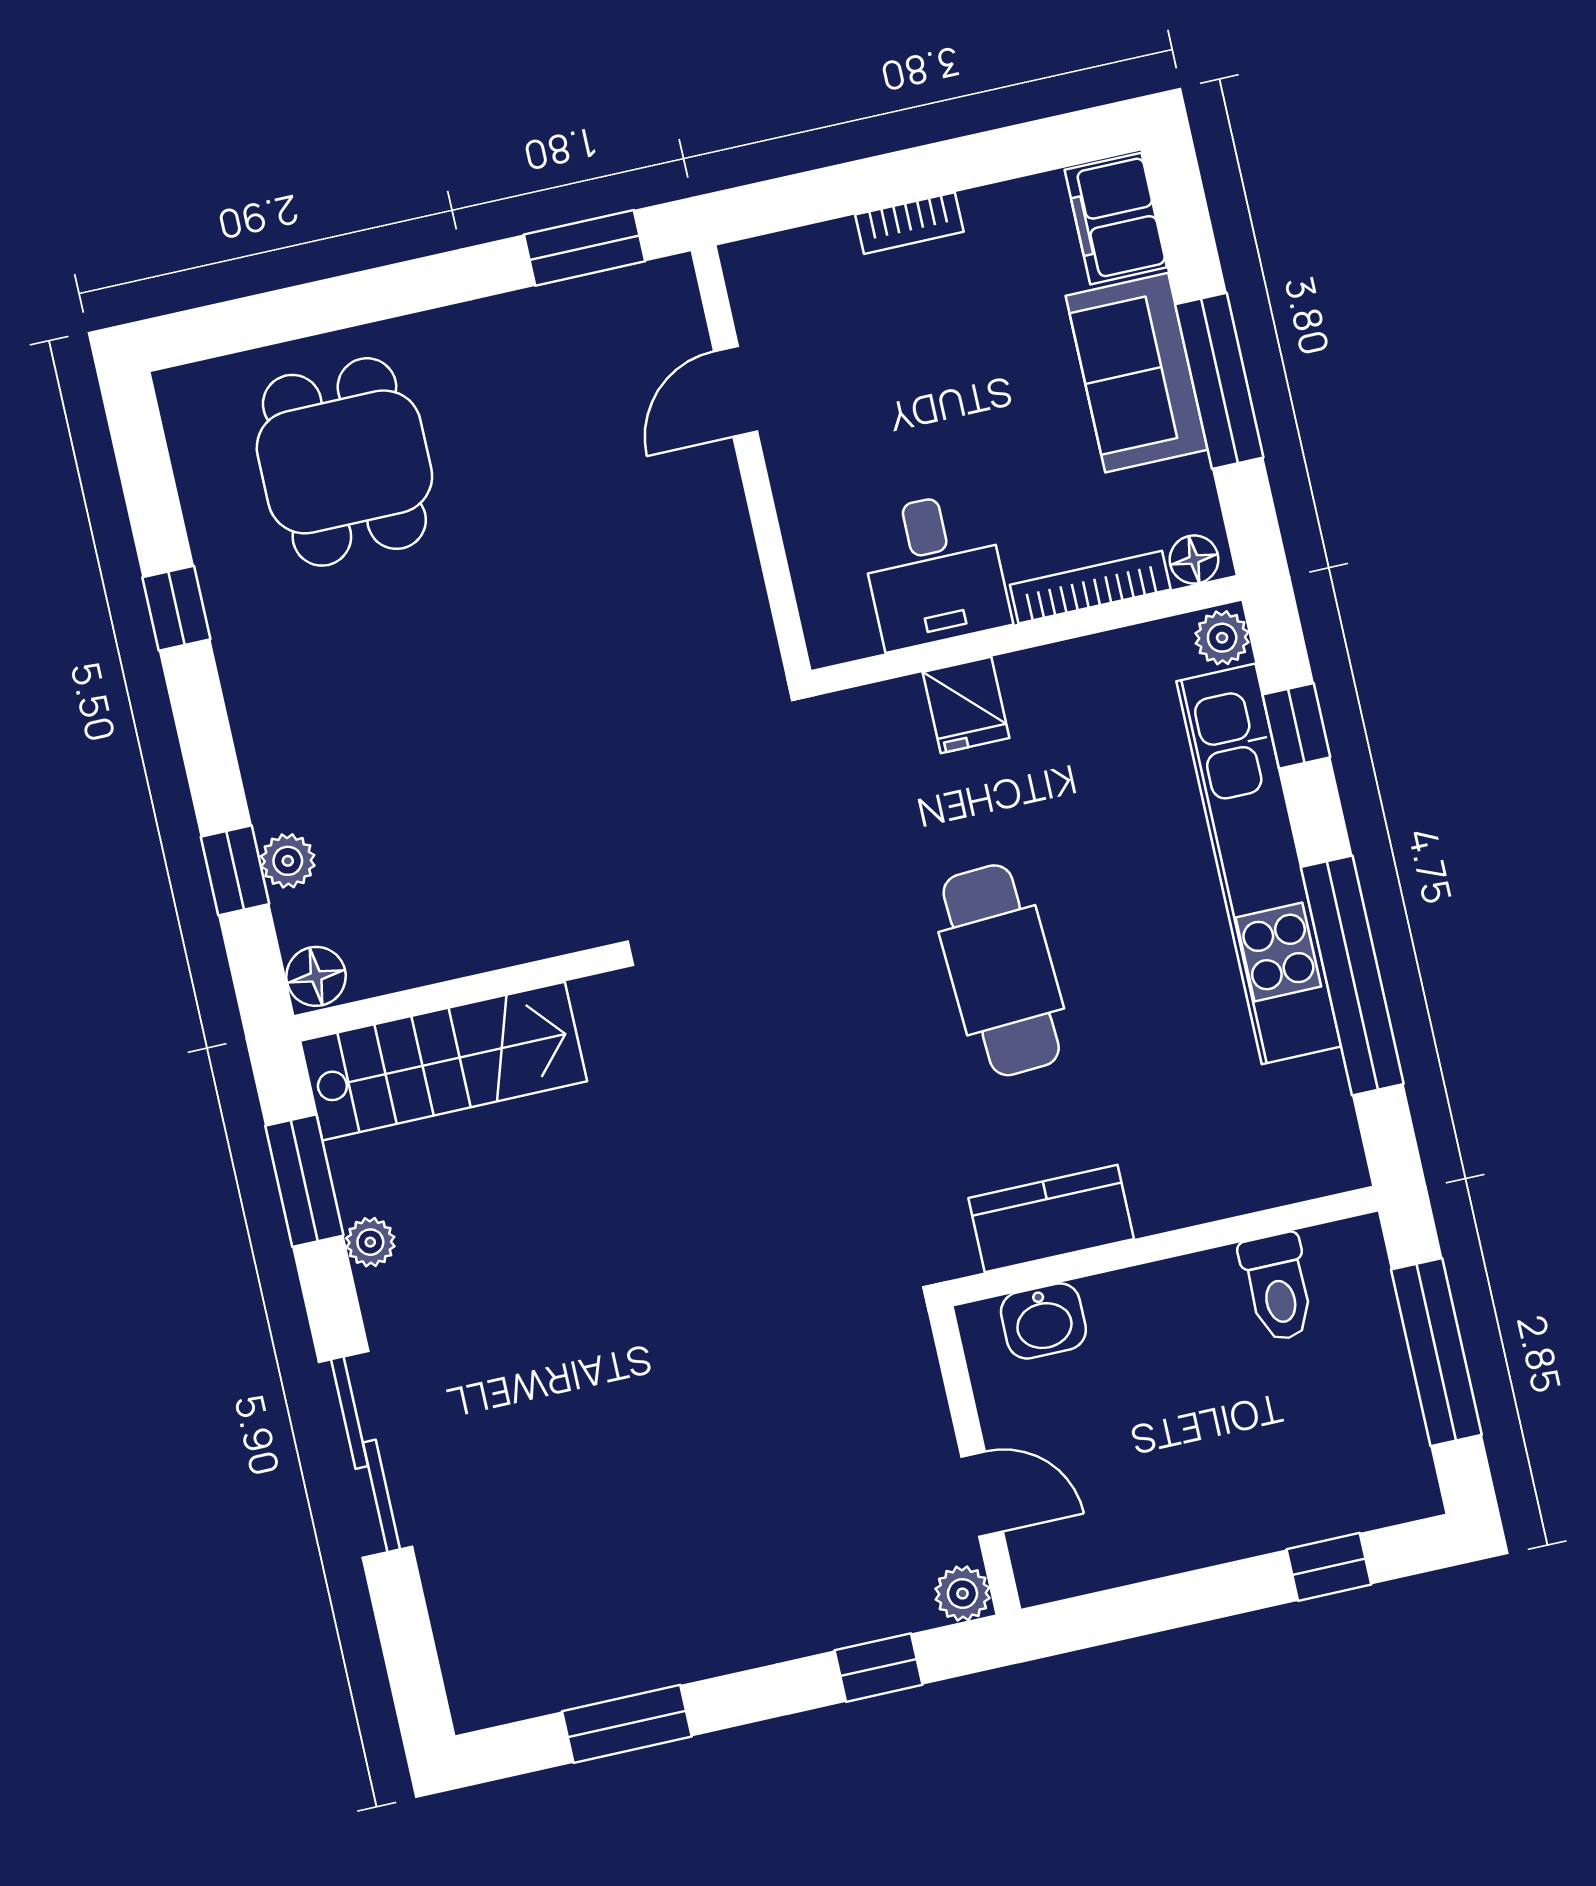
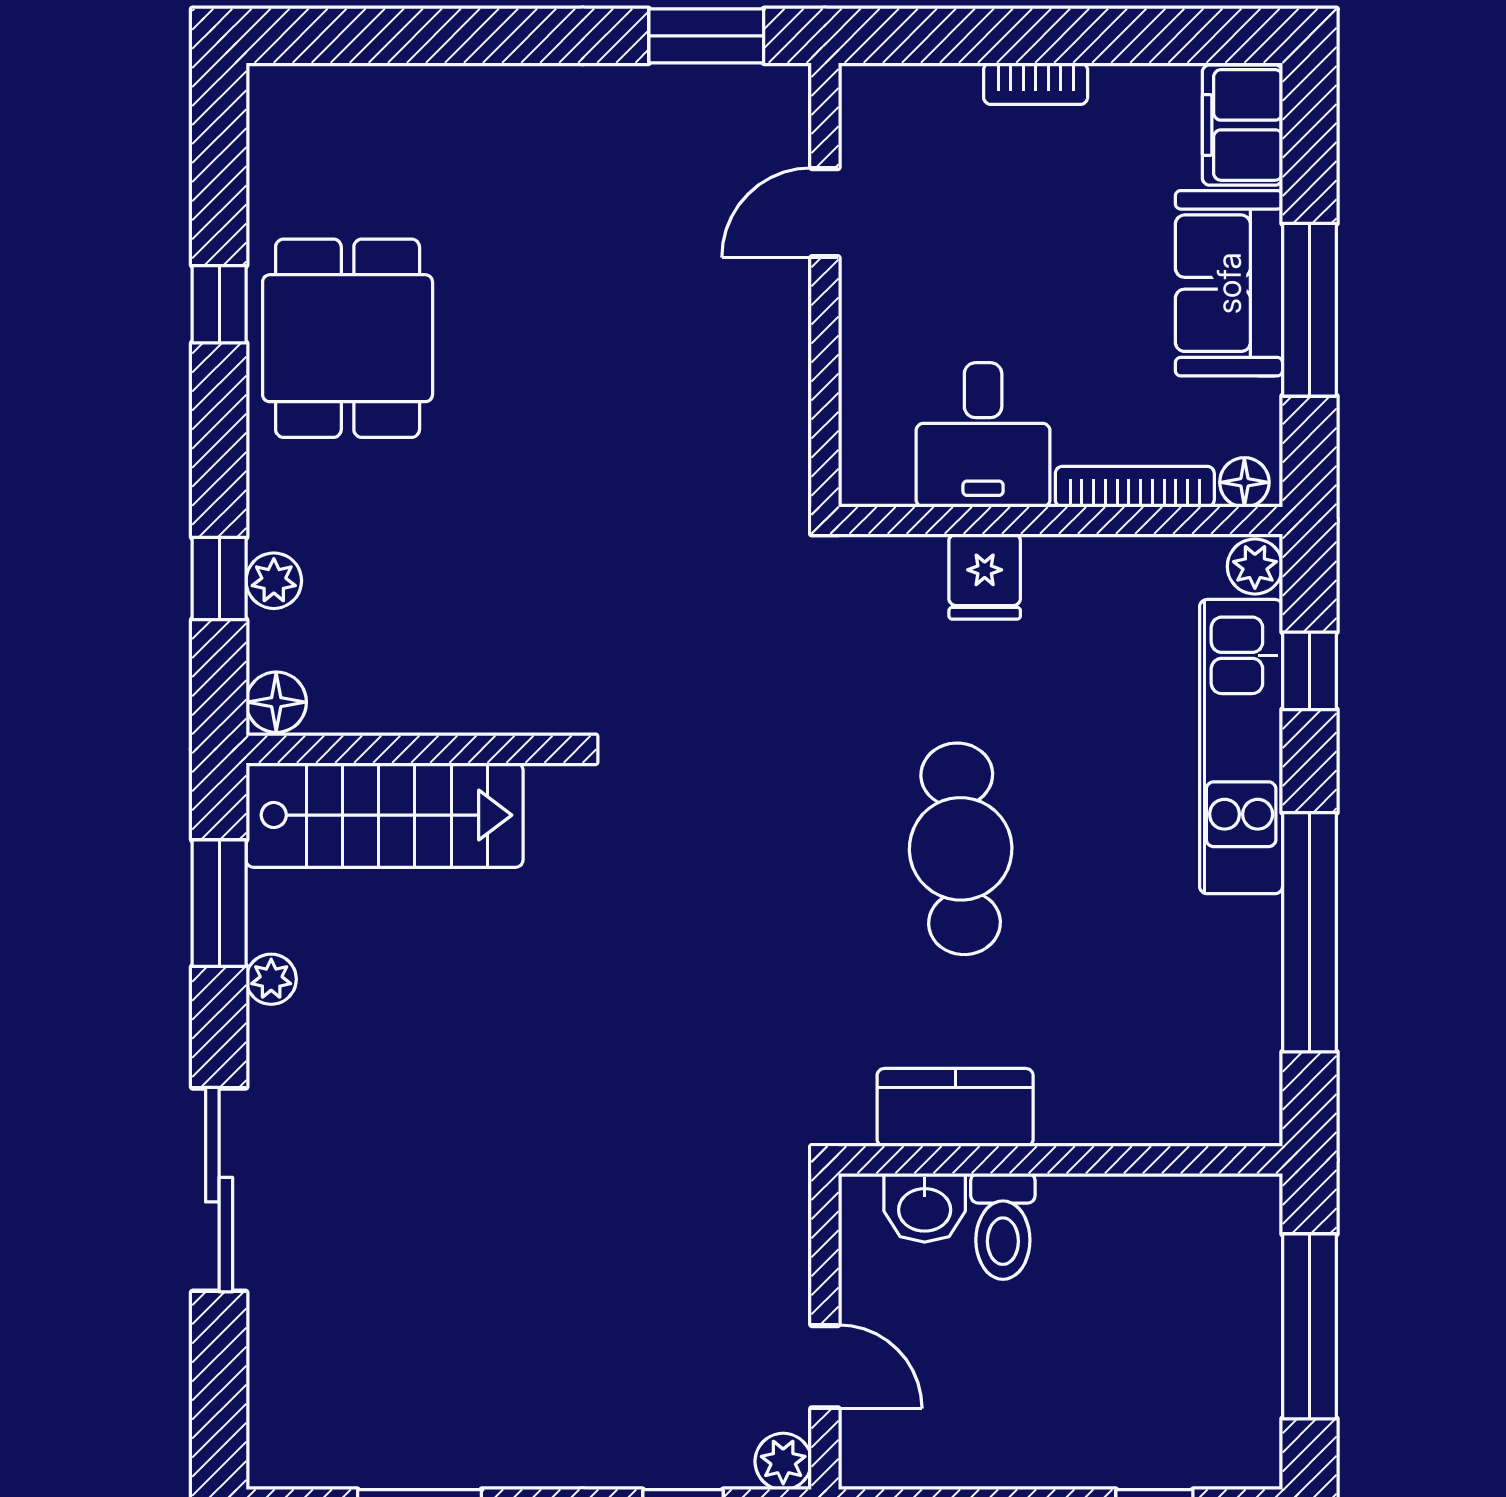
dining table: (344, 462) -> (348, 338), moved
kitchen unit: (1259, 864) -> (1241, 747), width x0.73
toilet: (1278, 1287) -> (1003, 1226), moved

